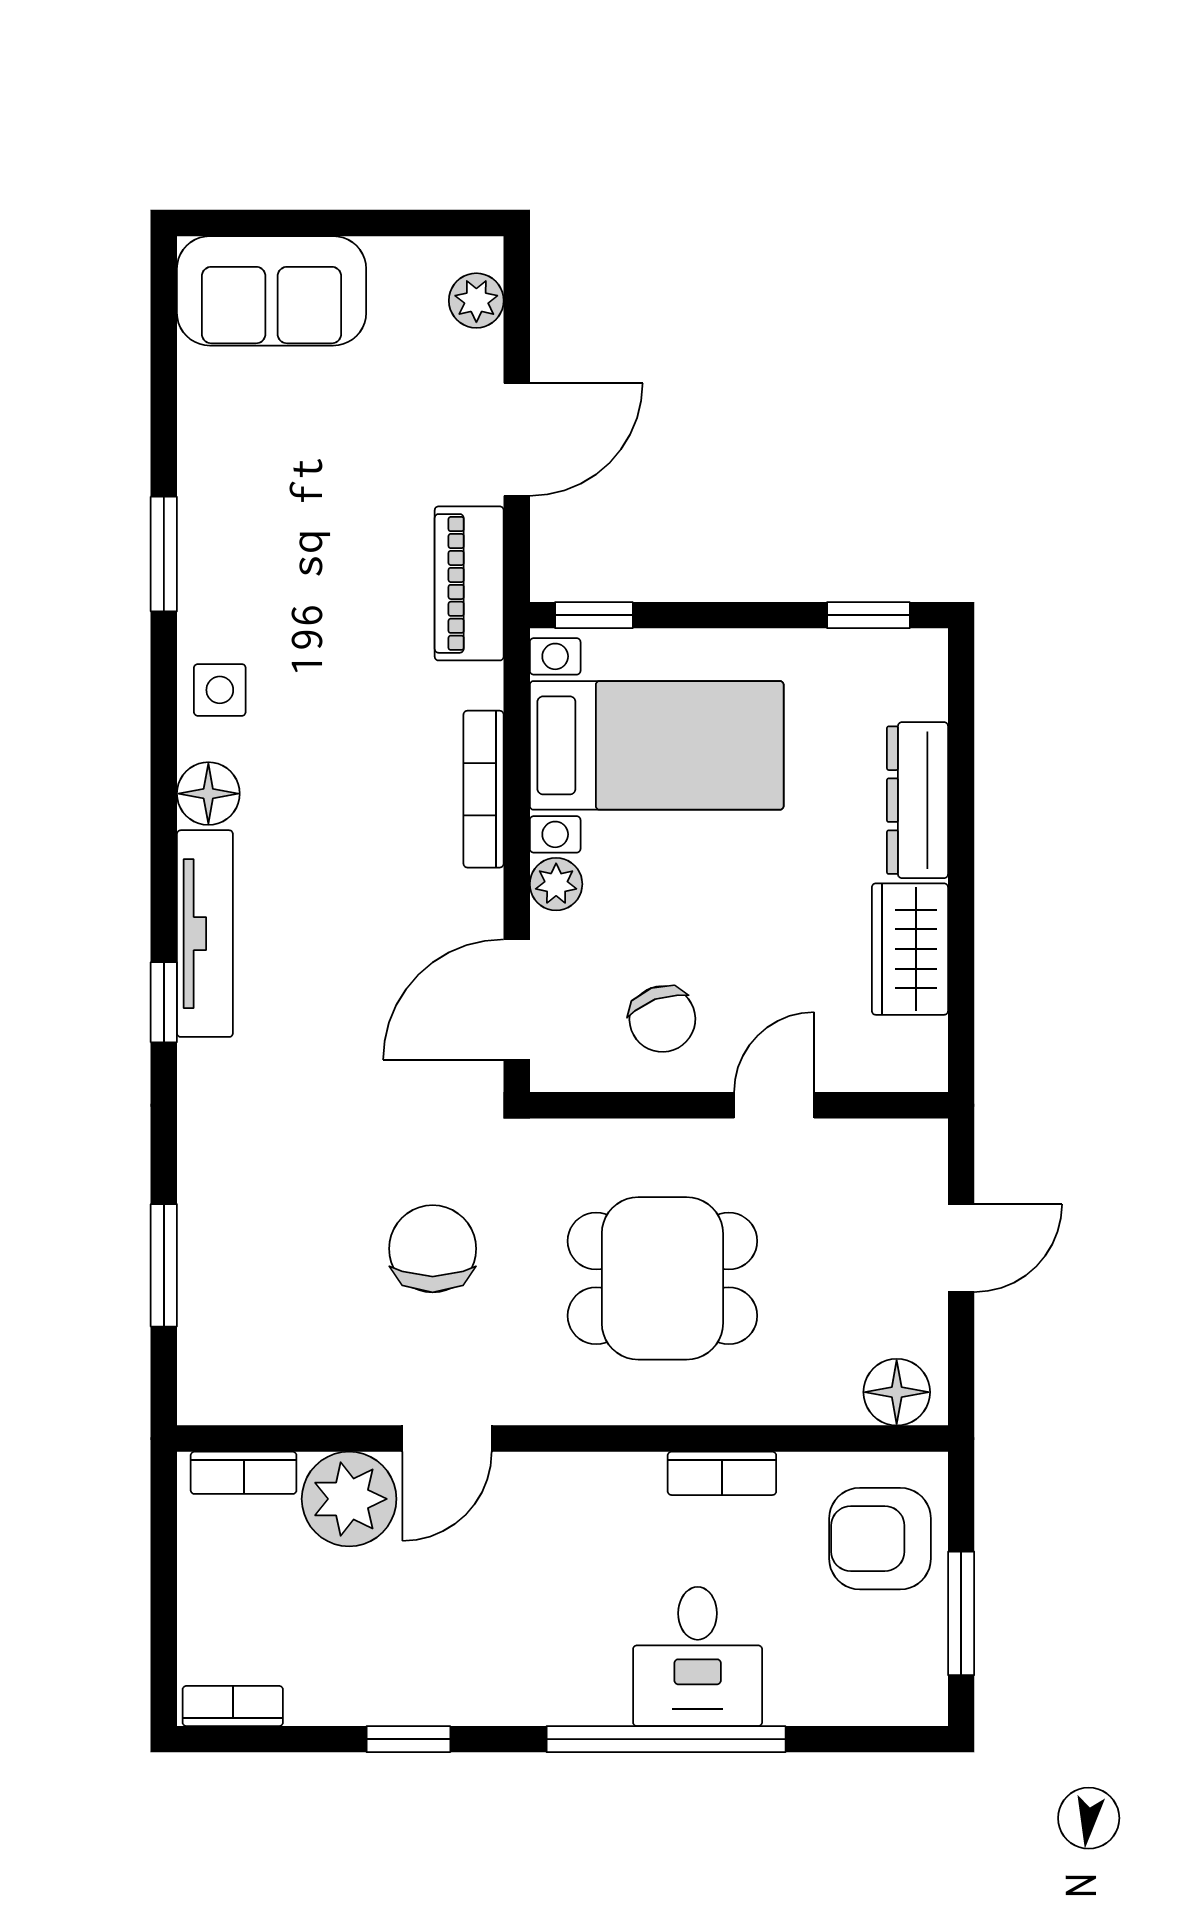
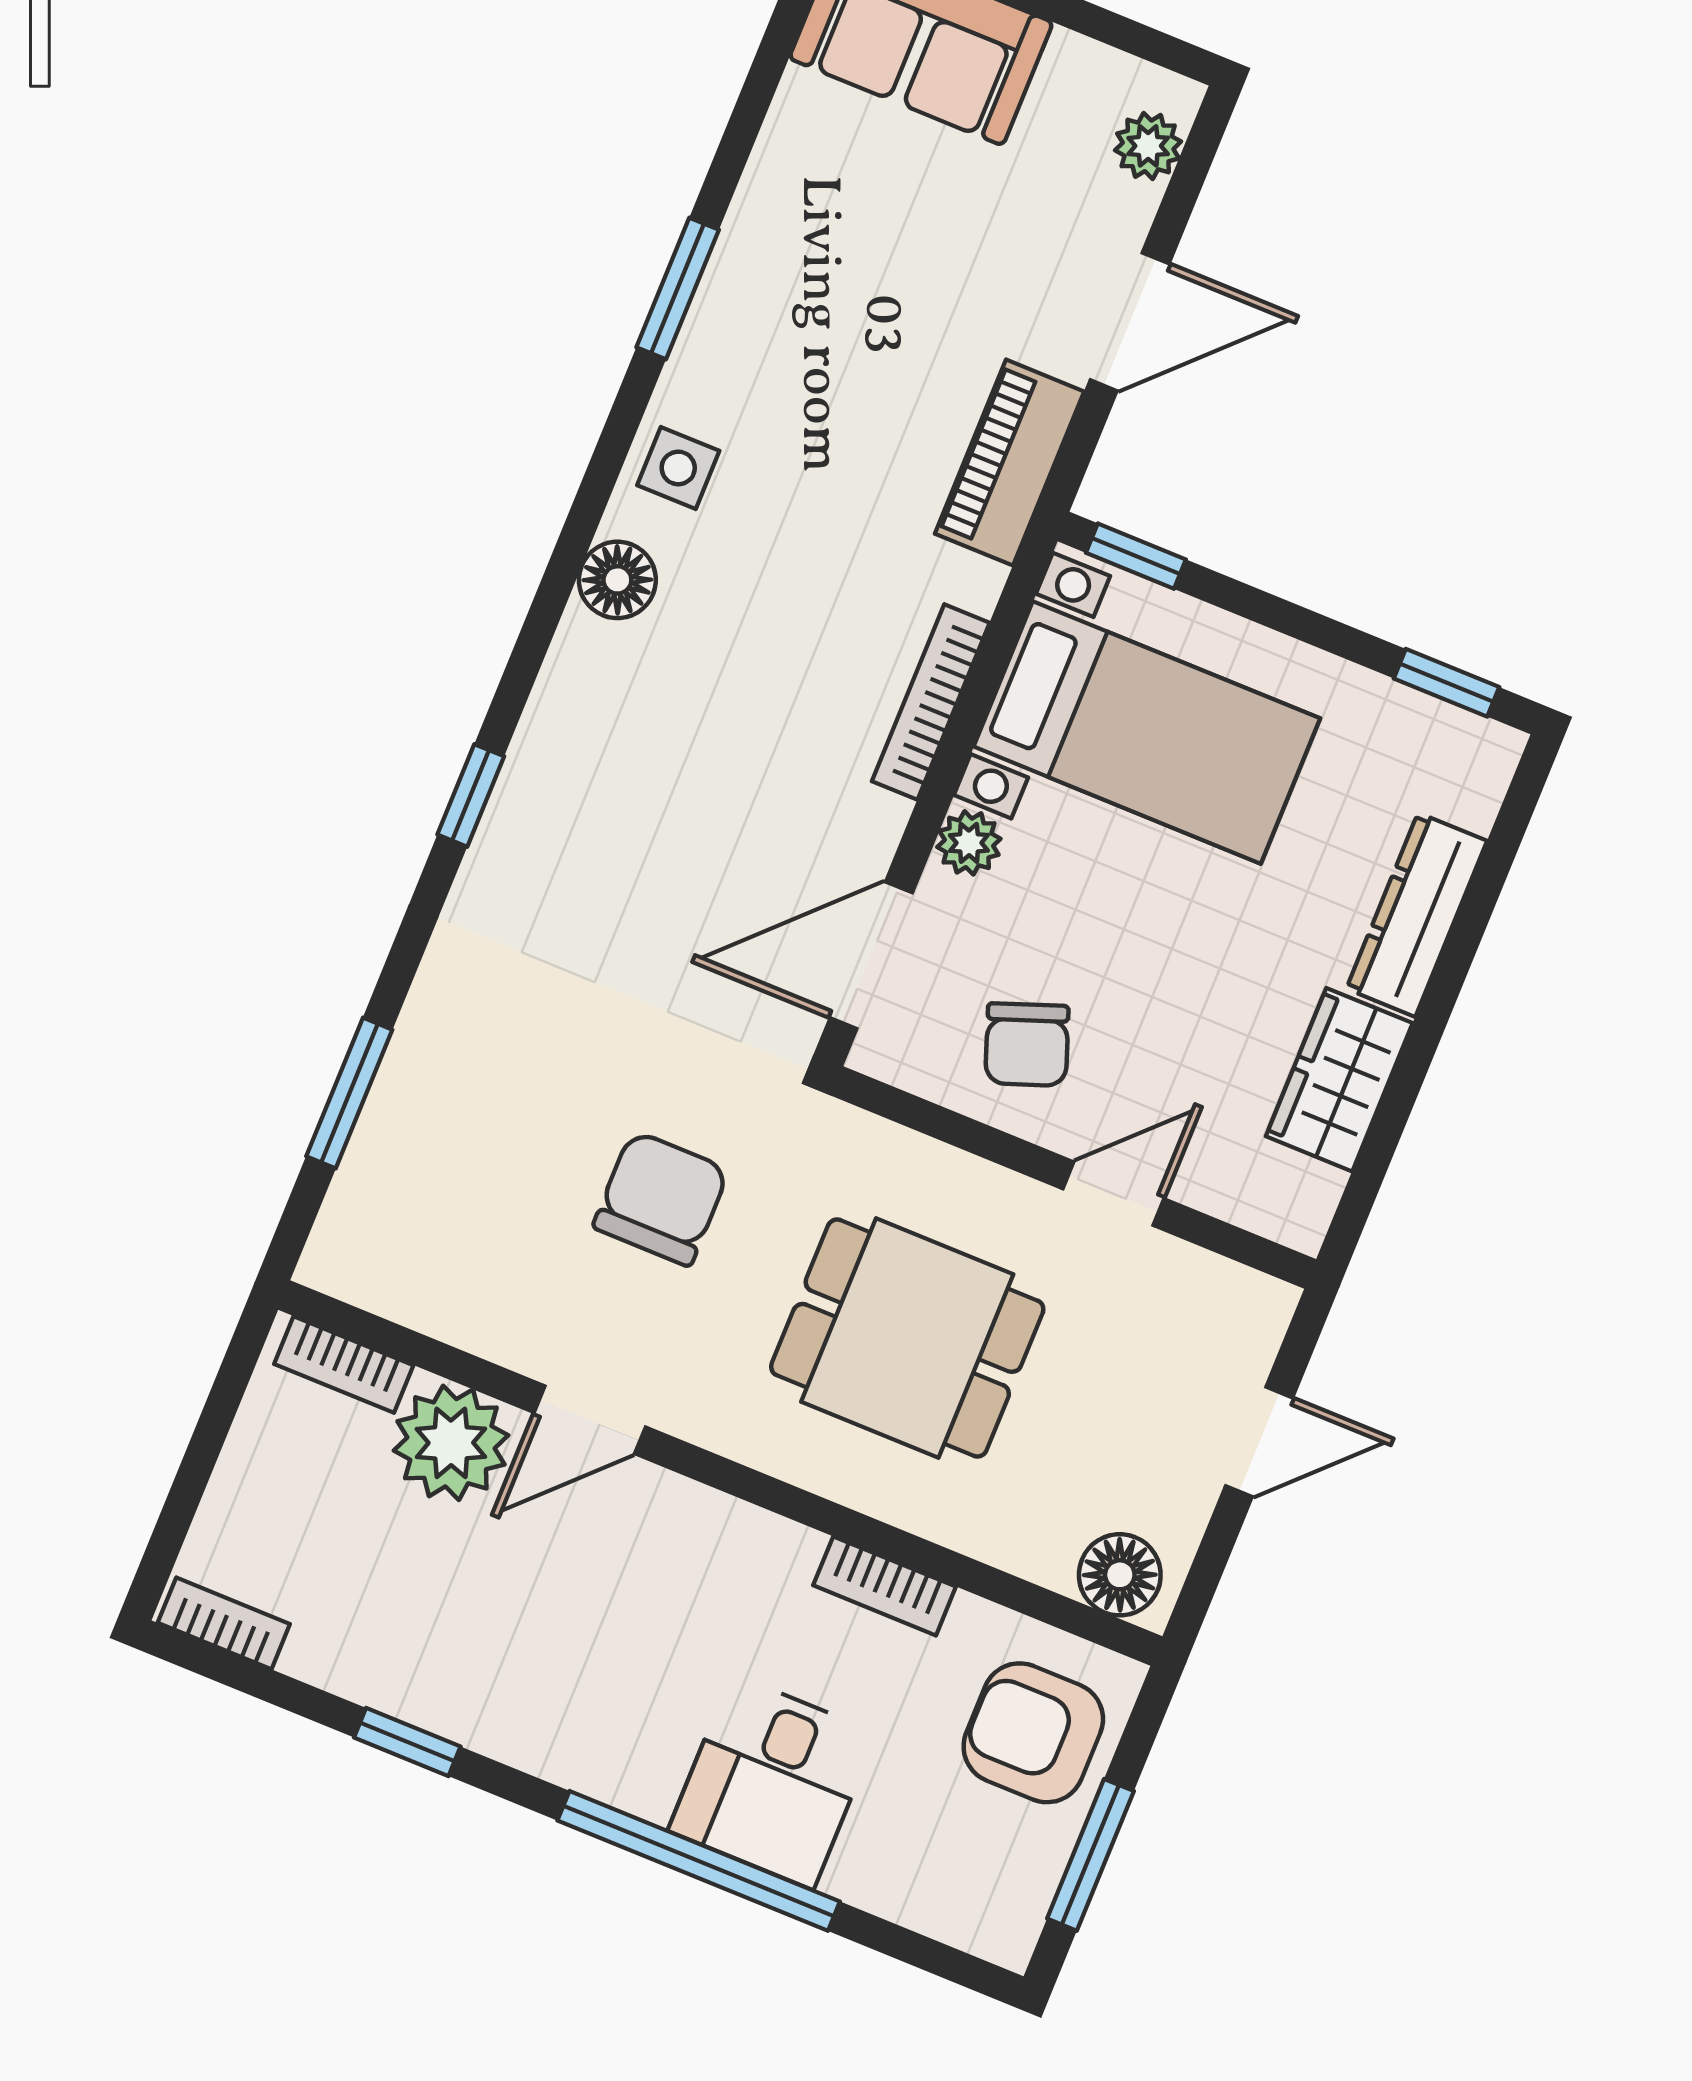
tv unit: (205, 934) -> (549, 737), removed

